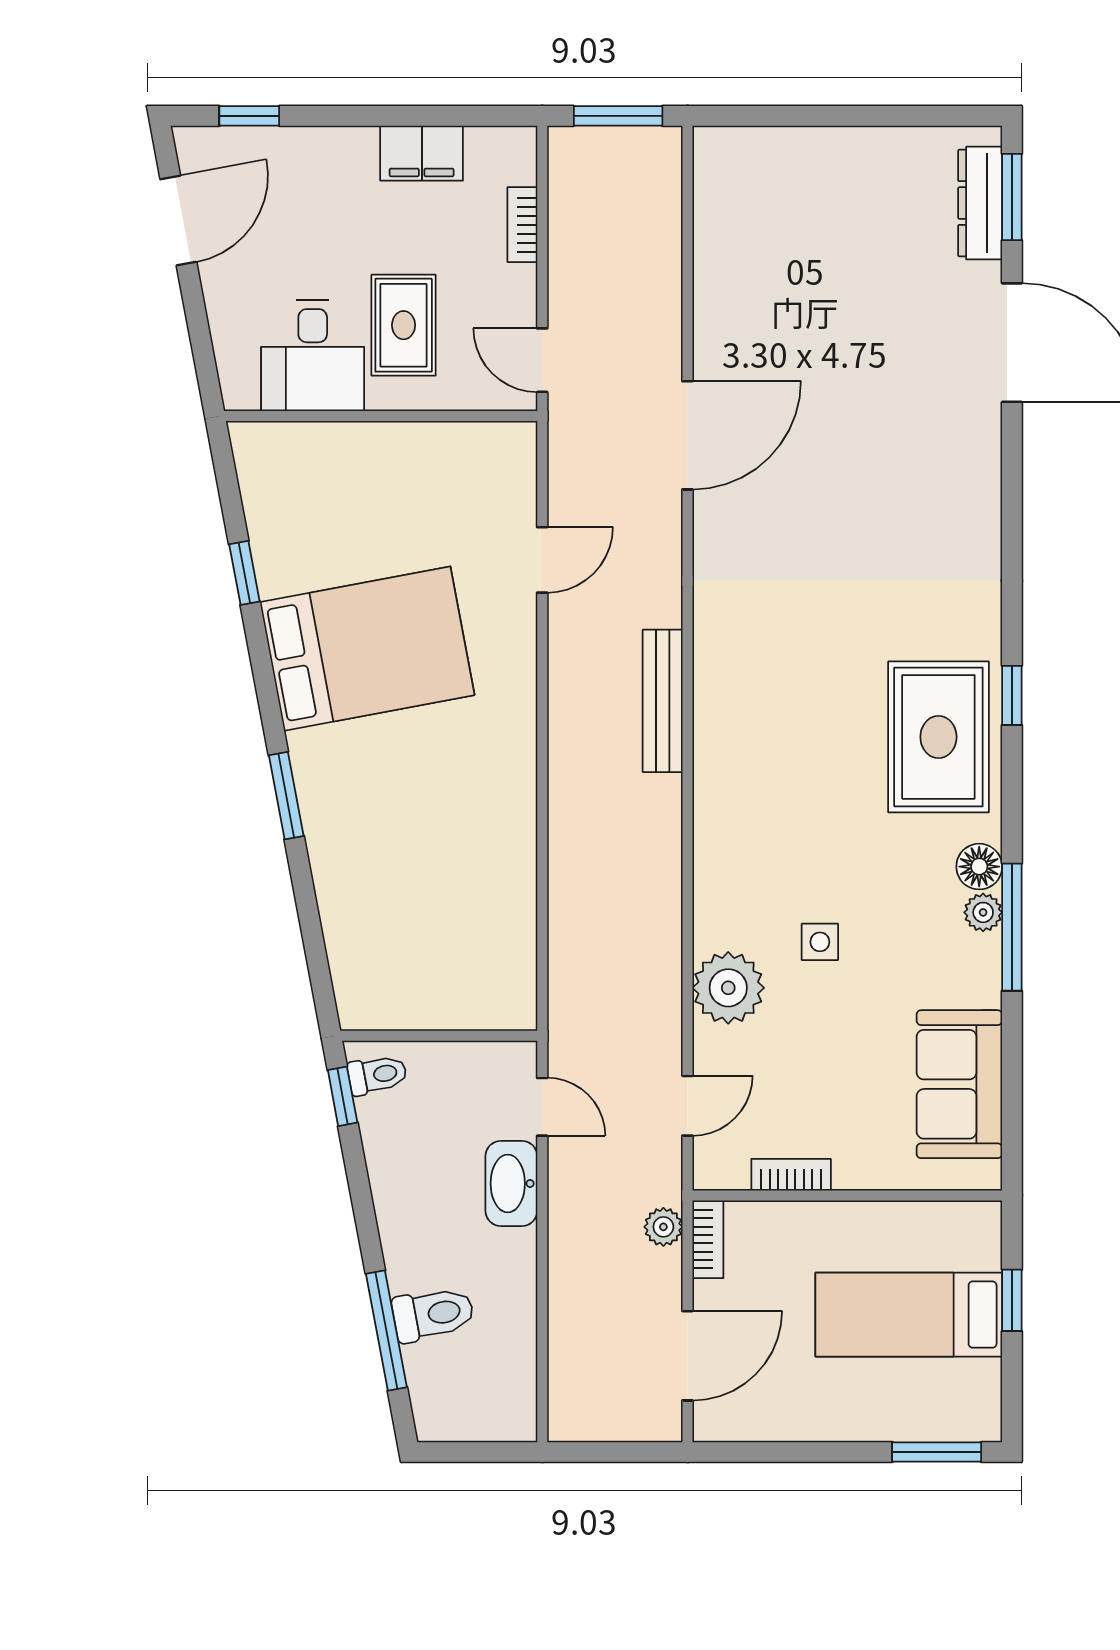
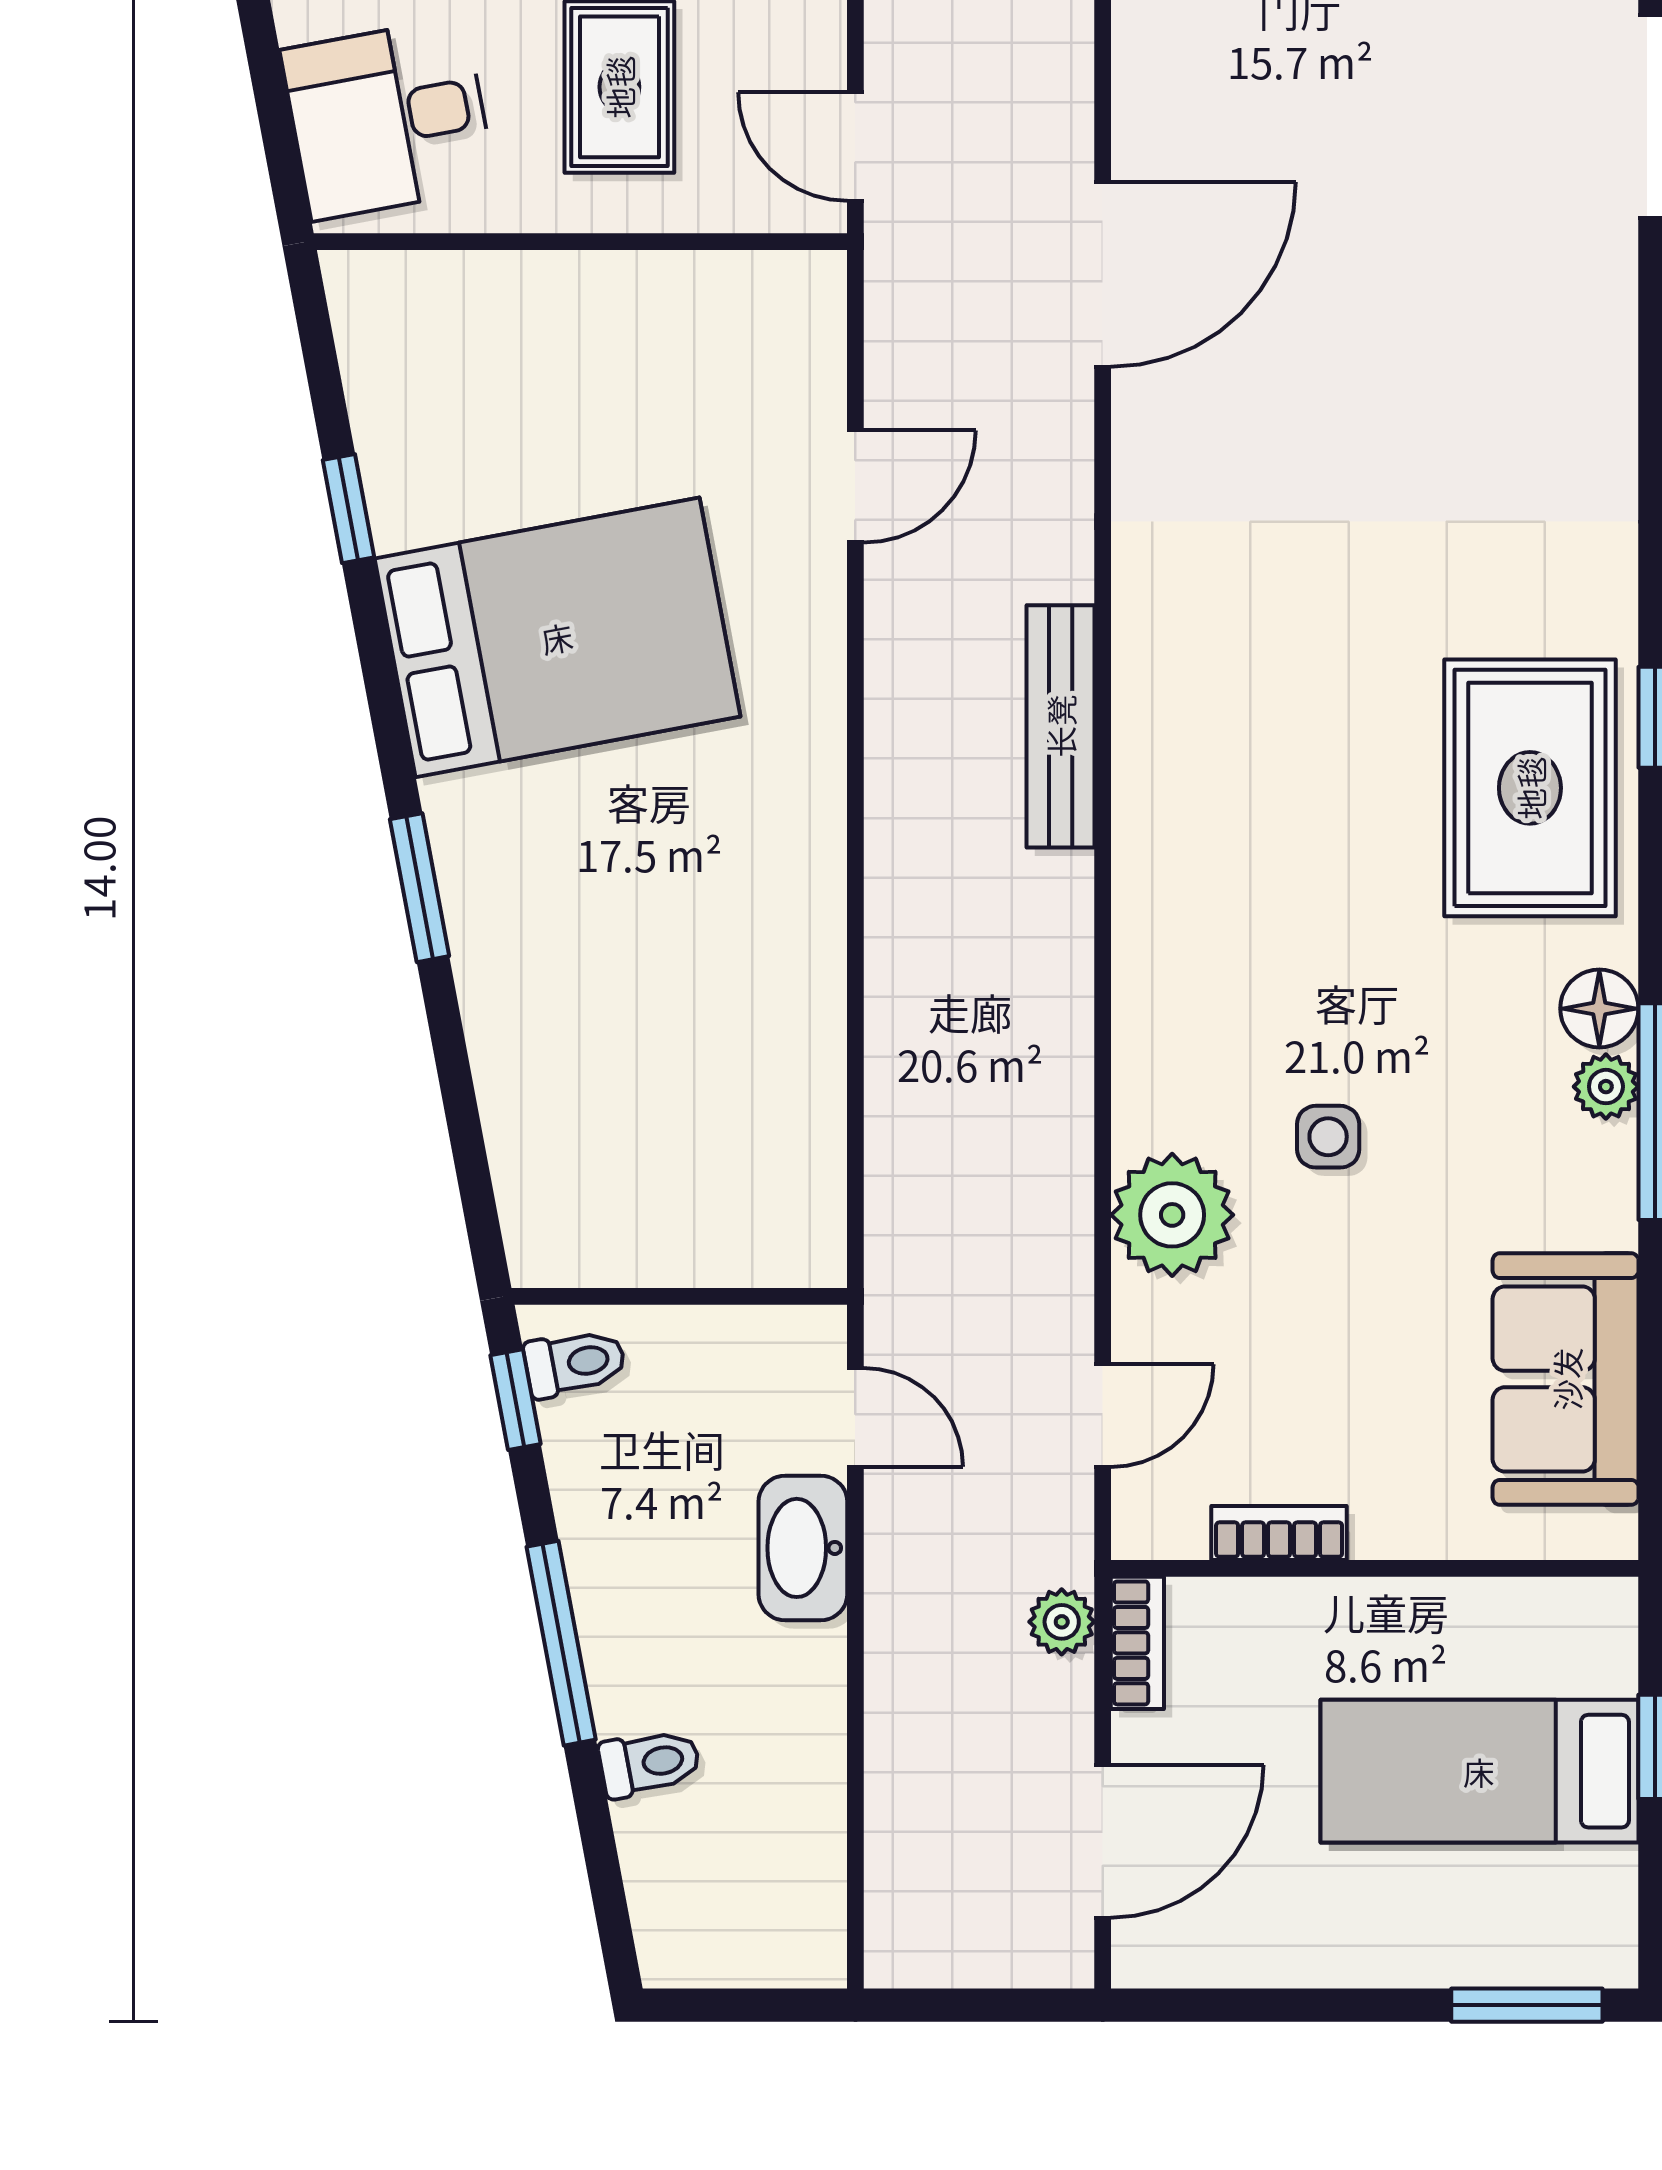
desk: (313, 356) -> (388, 119), moved, turned 79
toilet: (433, 1314) -> (650, 1763), width x0.73, depth x0.72
window: (386, 1331) -> (561, 1643), moved

